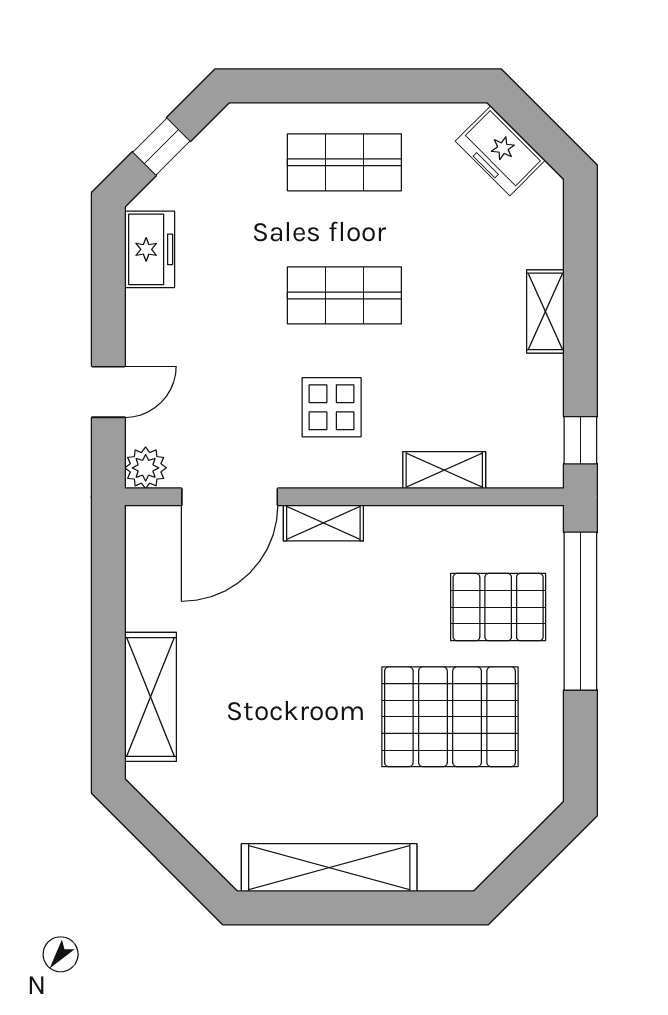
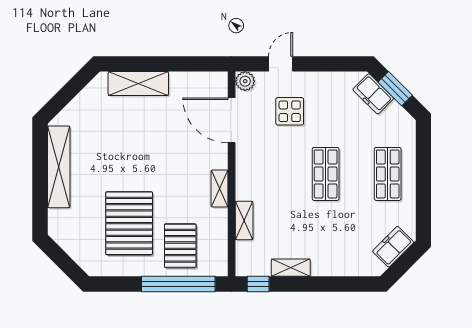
window: (161, 147) -> (395, 89), width x1.50
freezer: (150, 249) -> (373, 94), moved, turned 45
shelving: (545, 311) -> (291, 268), moved
door: (108, 392) -> (281, 64), swing flipped
display table: (332, 407) -> (290, 111), moved
shelving: (323, 523) -> (219, 188), moved

